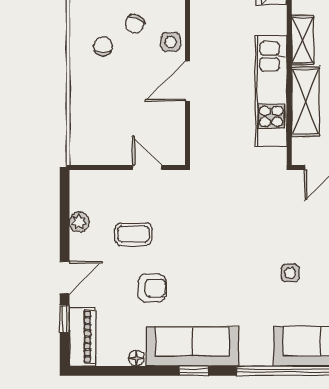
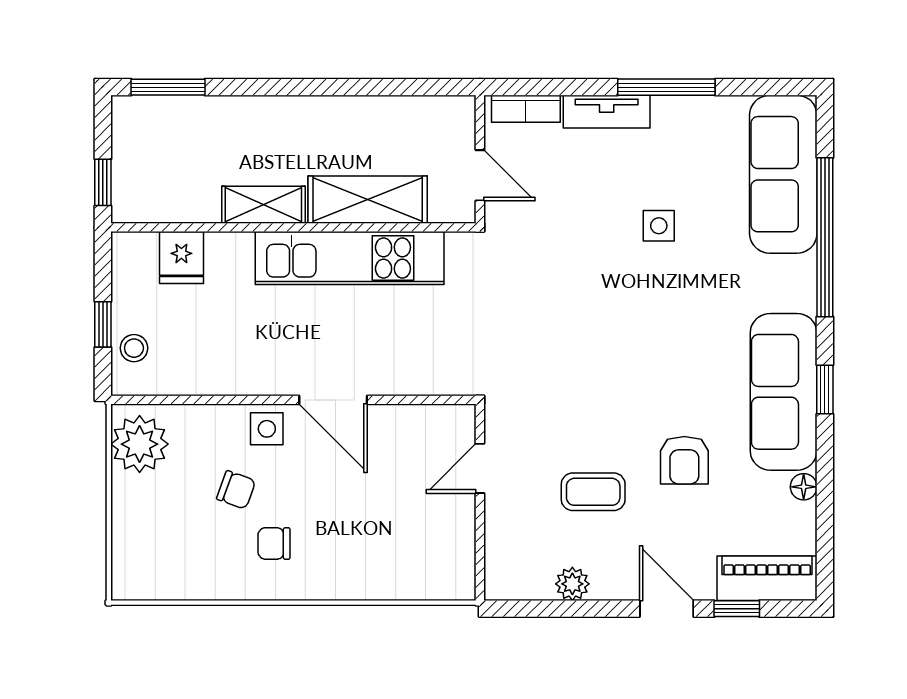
coffee table: (133, 234) -> (593, 492), turned 90
armchair: (152, 288) -> (684, 460), turned 180

